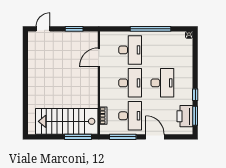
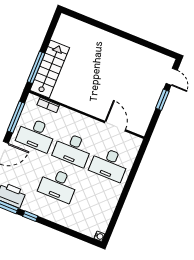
window: (74, 29) -> (162, 100), moved
window: (151, 29) -> (123, 196), removed
stairs: (67, 121) -> (50, 69), width x0.73, depth x0.66

